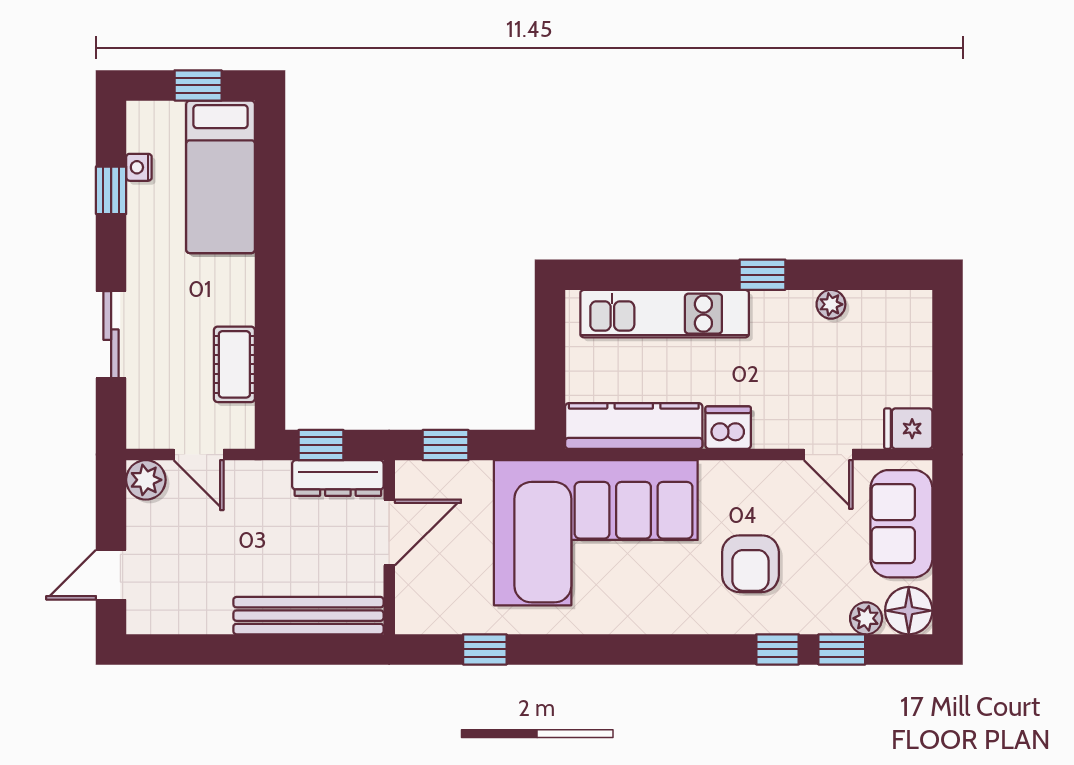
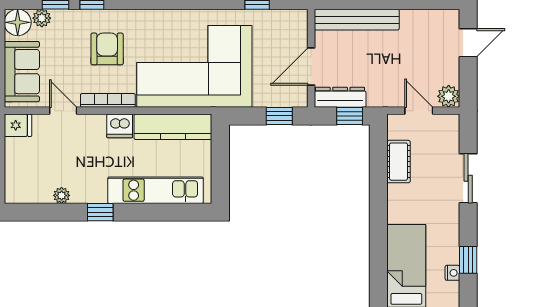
bookcase: (749, 473) -> (108, 100), added

